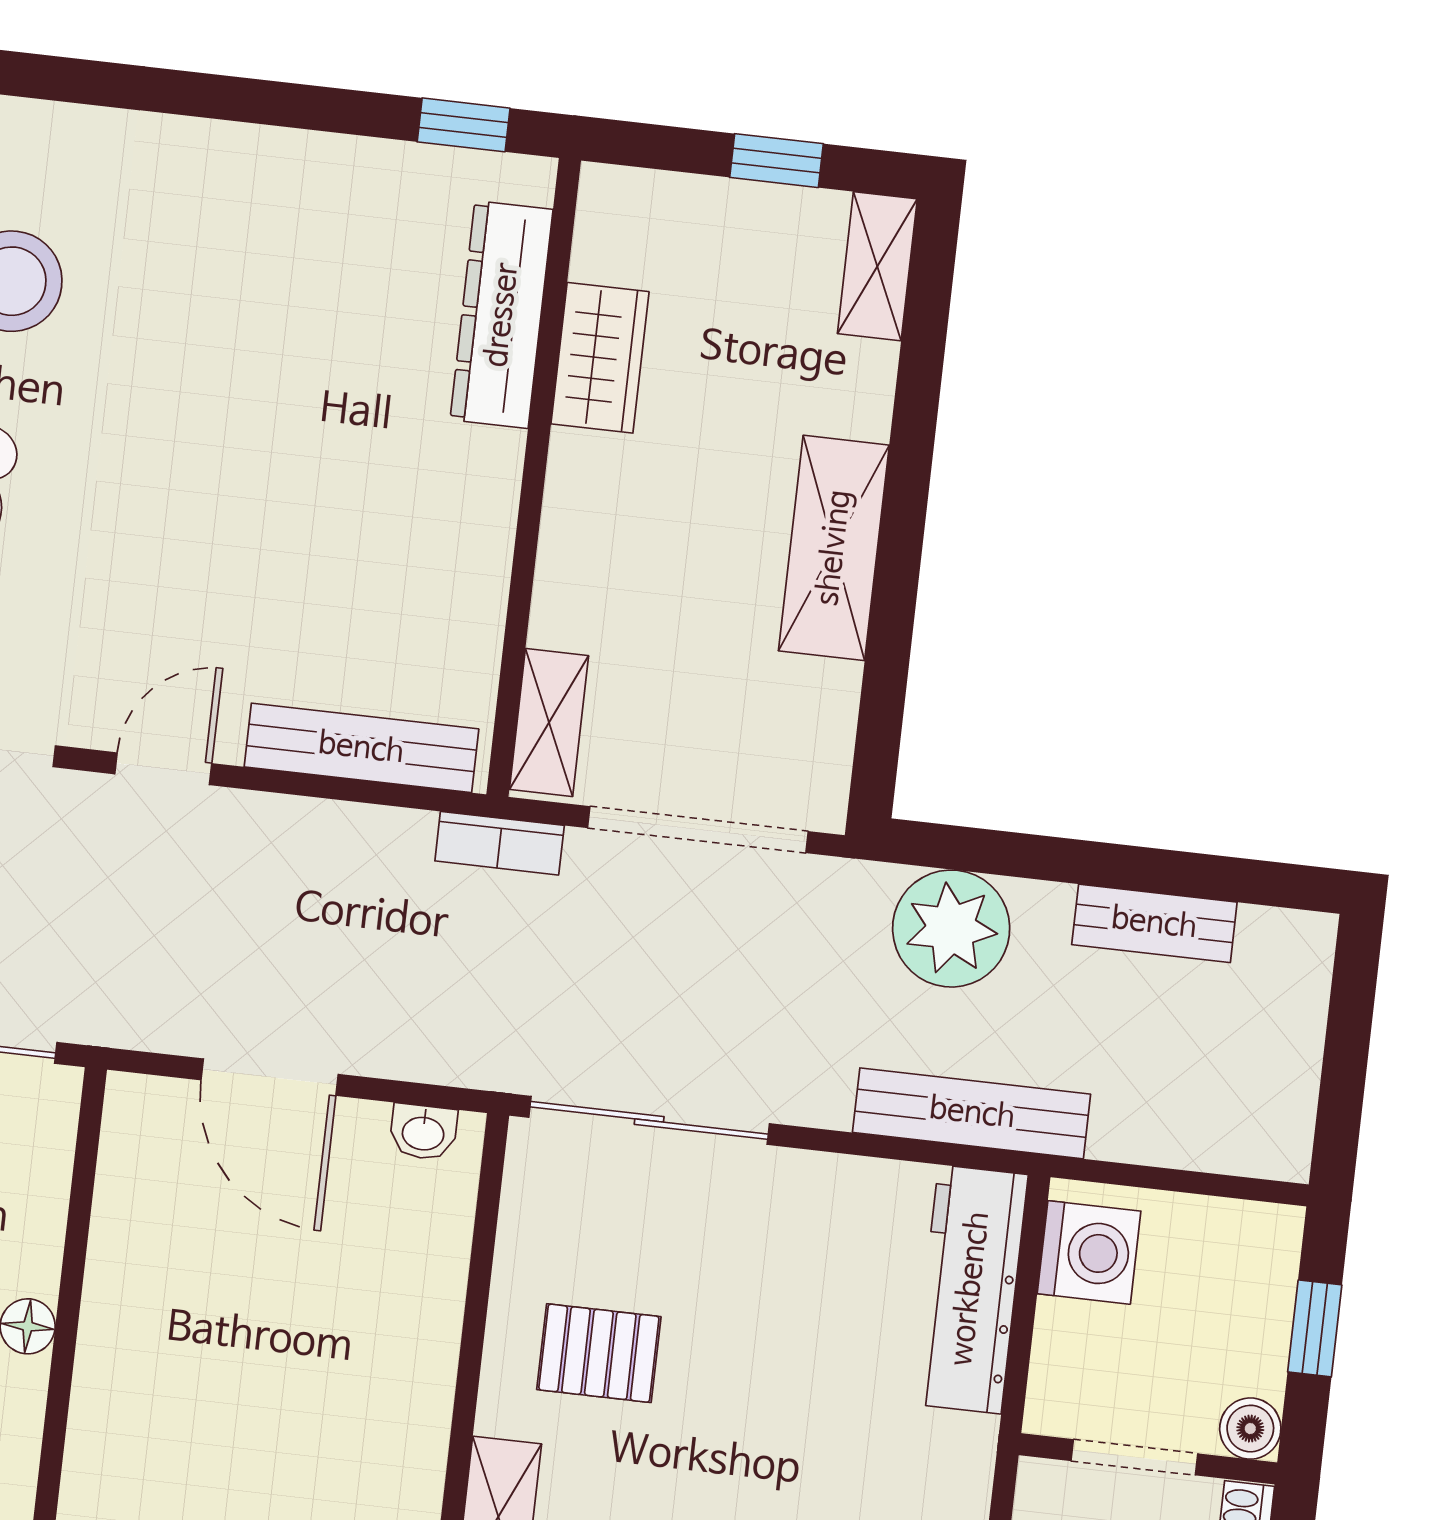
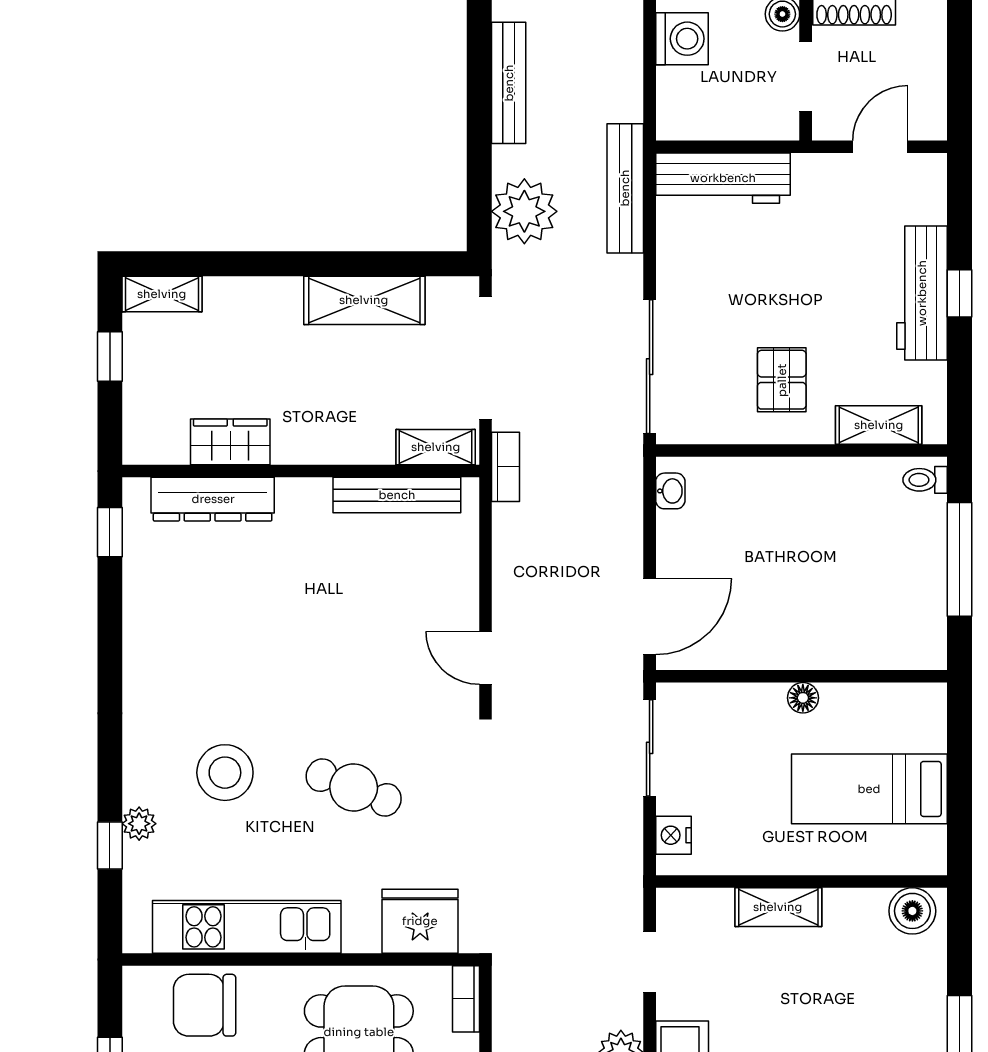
shelving: (834, 548) -> (364, 300), moved
bench: (361, 748) -> (397, 495), moved, turned 90
bench: (1154, 923) -> (509, 83), width x1.36
door: (270, 1077) -> (650, 617), moved
washing machine: (1089, 1252) -> (682, 39), moved, turned 90

